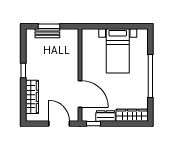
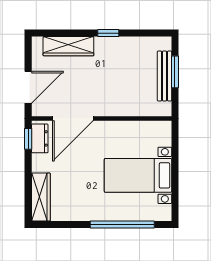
bench: (47, 33) -> (164, 76), width x1.36
window: (150, 76) -> (122, 224), moved
dresser: (106, 116) -> (40, 138), moved

